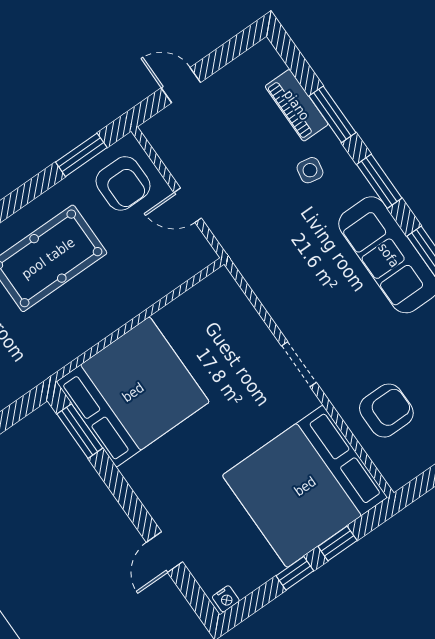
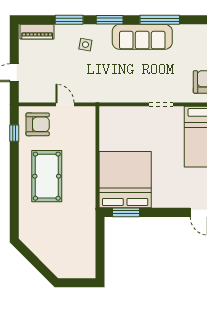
piano: (297, 105) -> (37, 32), moved
window: (81, 155) -> (14, 133), width x0.67
door: (188, 205) -> (65, 104), swing flipped

